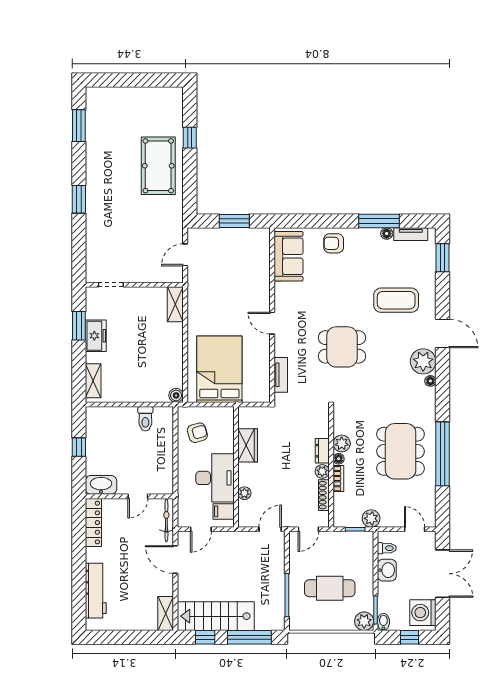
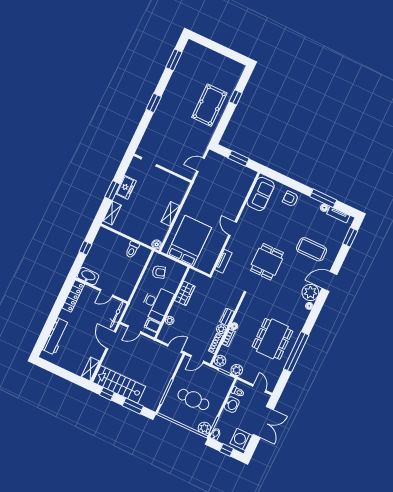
shelving: (175, 304) -> (170, 214), moved
window: (79, 326) -> (112, 190), moved
door: (442, 333) -> (329, 281), swing flipped
dining table: (342, 347) -> (267, 262), turned 90
plant: (342, 443) -> (220, 361), moved
window: (249, 637) -> (133, 406), width x0.69

